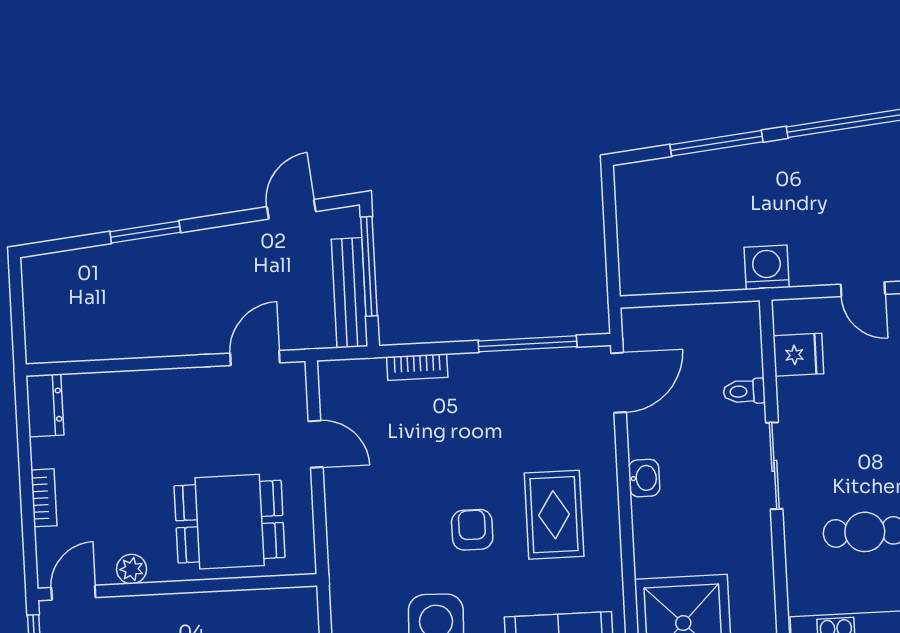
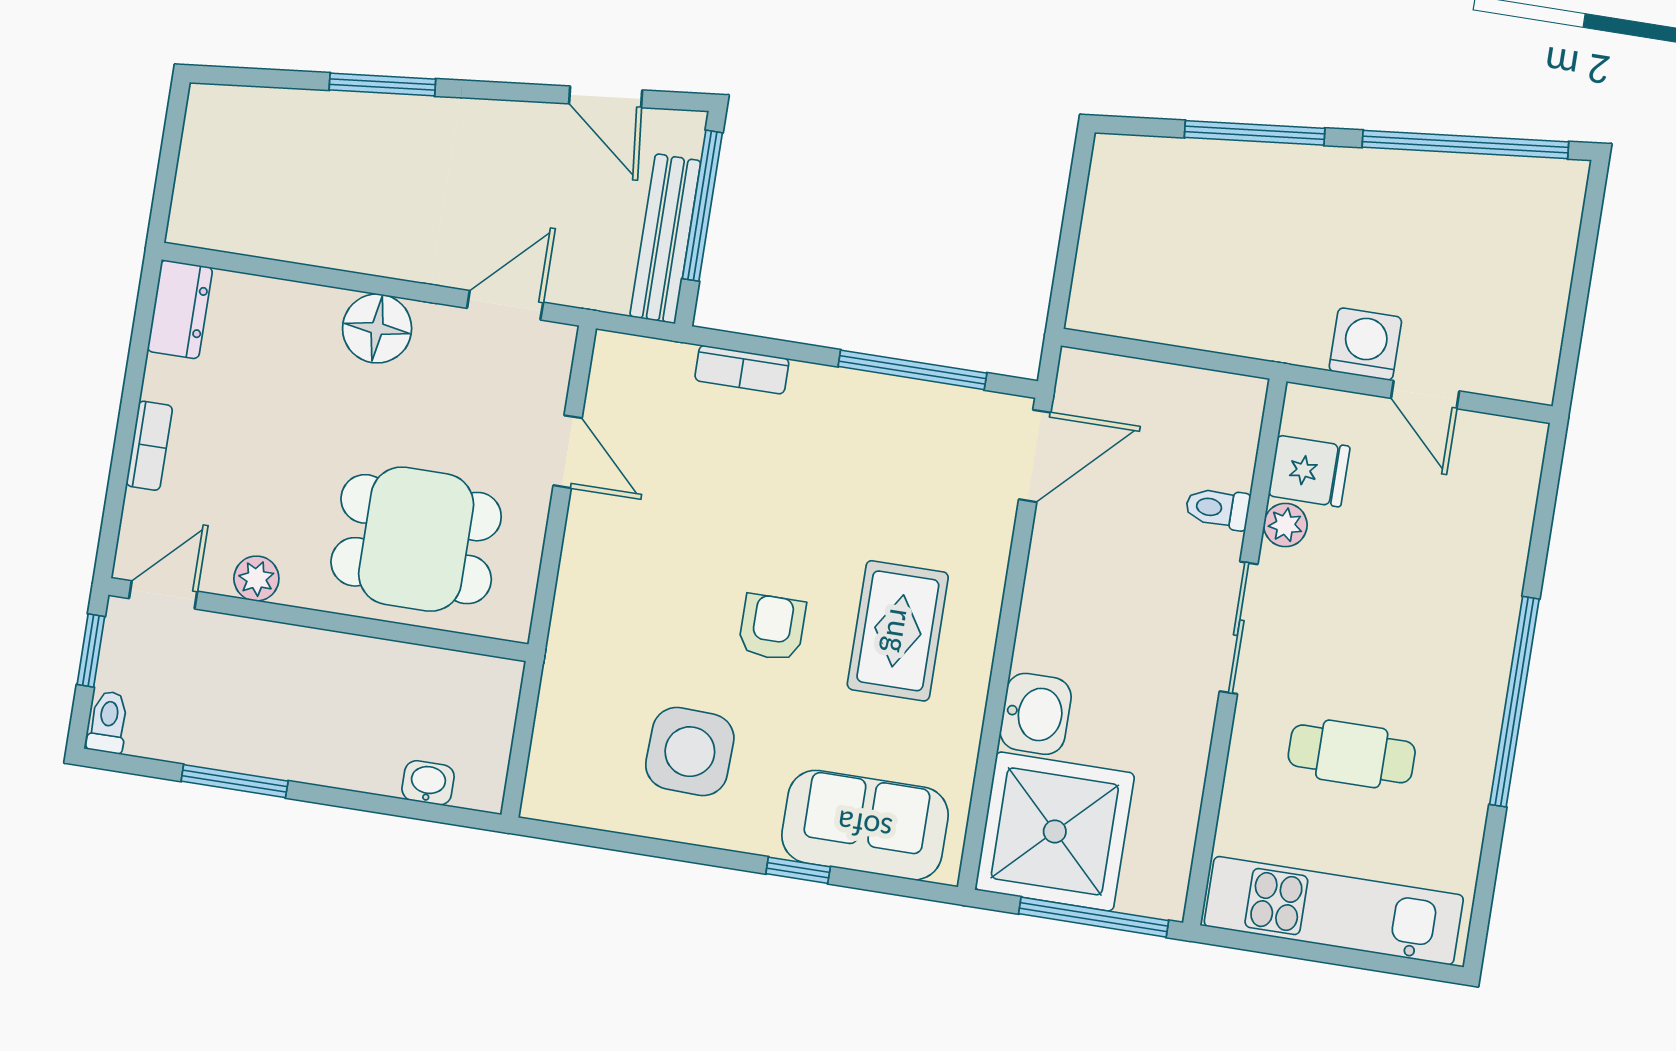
door: (291, 209) -> (606, 97), swing flipped
washing machine: (767, 267) -> (1365, 344), moved
floor lamp: (175, 391) -> (377, 328), added
plant: (790, 393) -> (1285, 525), added
washbasin: (644, 478) -> (1036, 714), moved, width x1.38, depth x1.45

